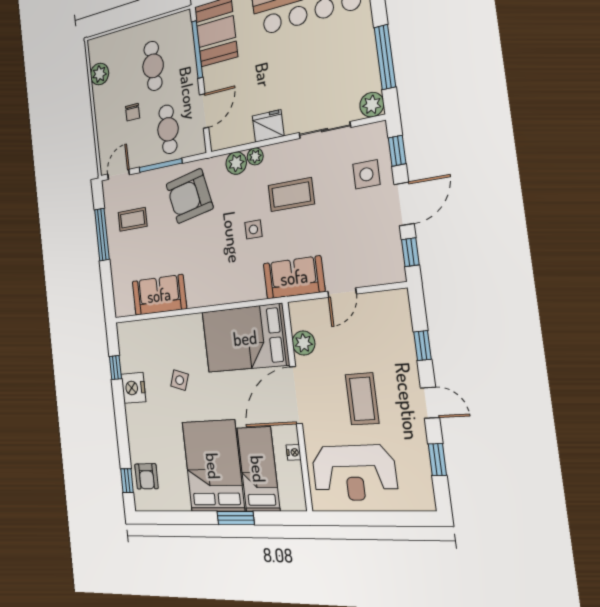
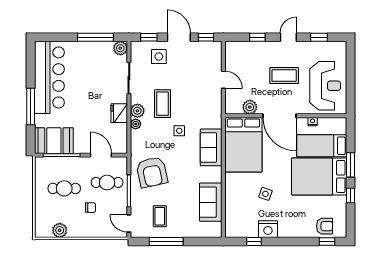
plant: (236, 163) -> (137, 111), moved
sofa: (294, 277) -> (211, 147), moved
window: (192, 518) -> (350, 195), added

